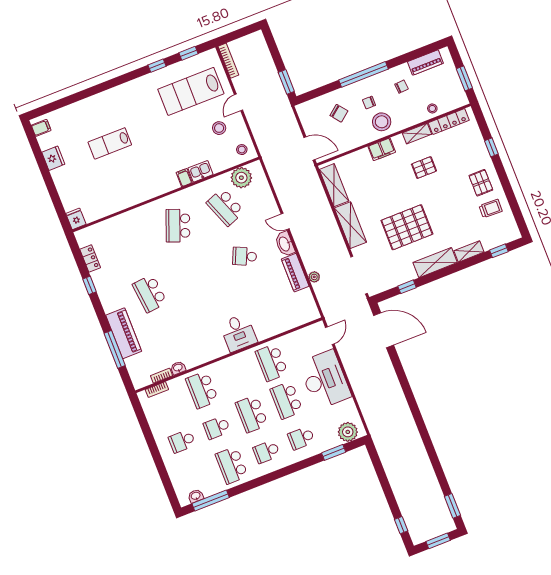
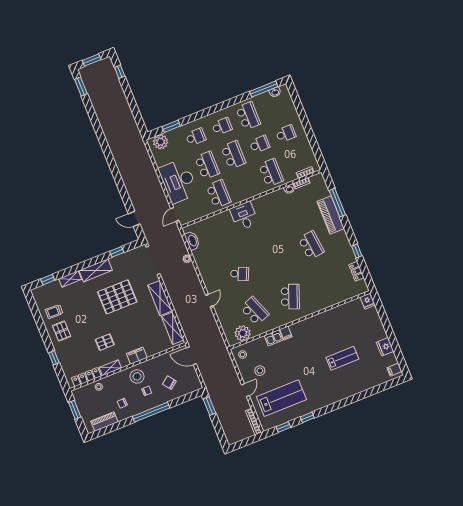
door: (285, 221) -> (209, 300), hinge flipped
washbasin: (285, 244) -> (192, 241), moved
piano: (295, 273) -> (201, 262), removed
door: (384, 330) -> (134, 219), width x0.53

